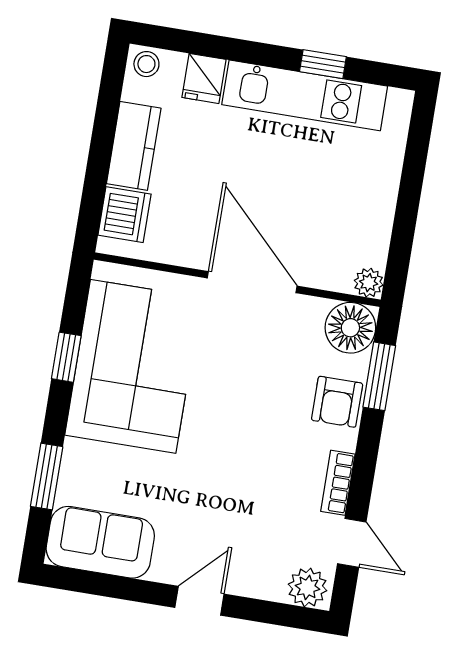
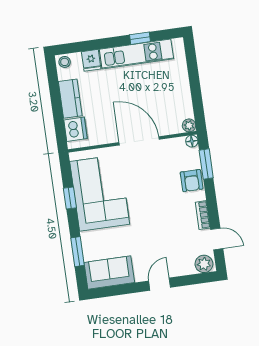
floor lamp: (350, 328) -> (192, 141), width x0.53, depth x0.53

